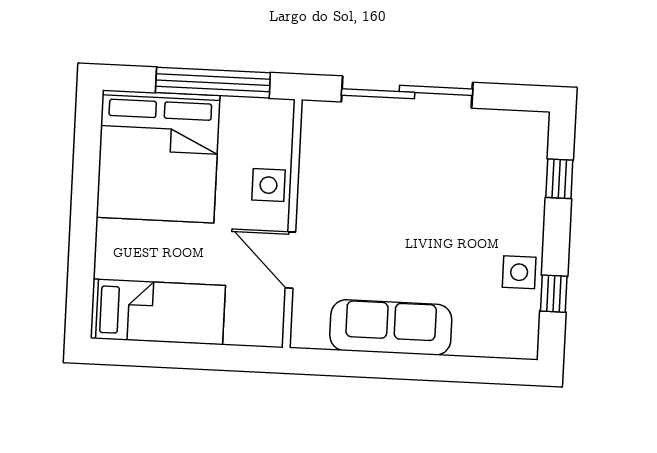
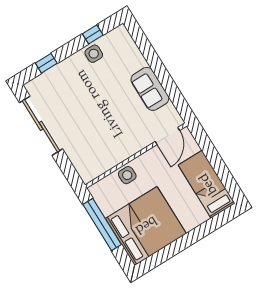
sliding door: (407, 92) -> (41, 126), moved
door: (290, 260) -> (167, 136), moved
sofa: (391, 327) -> (150, 89), width x0.73

